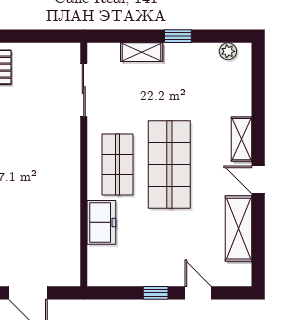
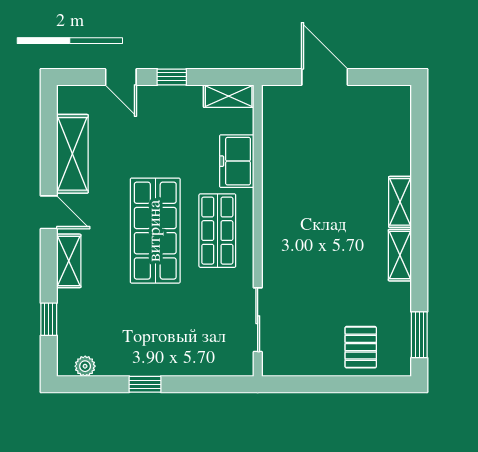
shelving: (142, 52) -> (229, 96), moved
window: (258, 90) -> (49, 319), added

